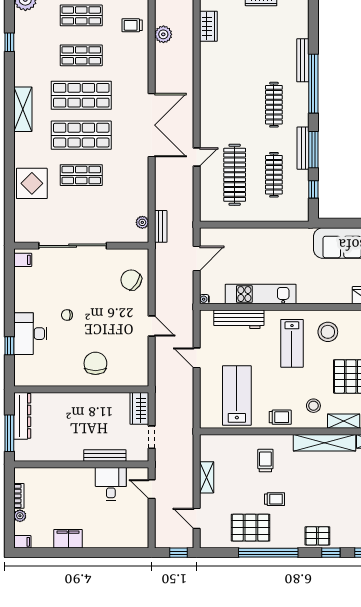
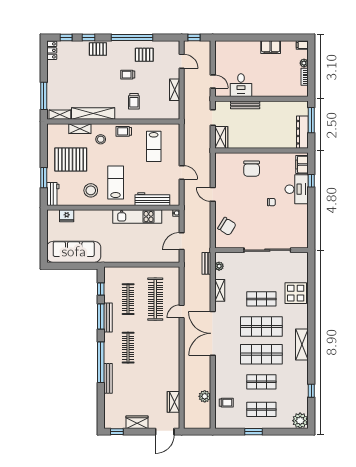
shelving: (142, 187) -> (220, 290), added
filing cabinet: (23, 260) -> (302, 165), moved, width x2.00
lab bench: (237, 395) -> (154, 146), width x0.73, depth x0.72
pallet: (251, 528) -> (144, 55), width x0.67, depth x0.71

